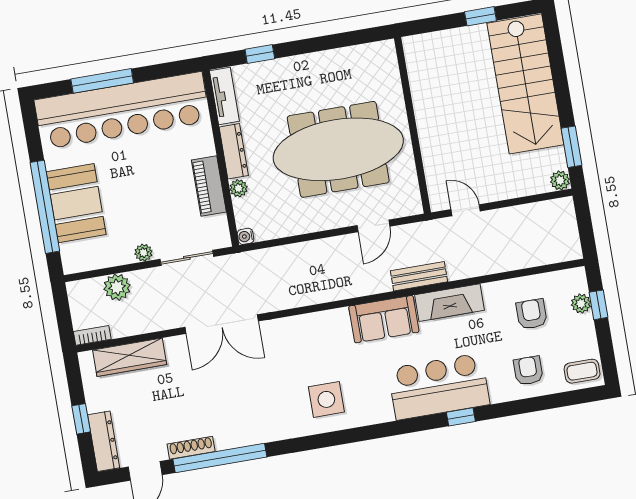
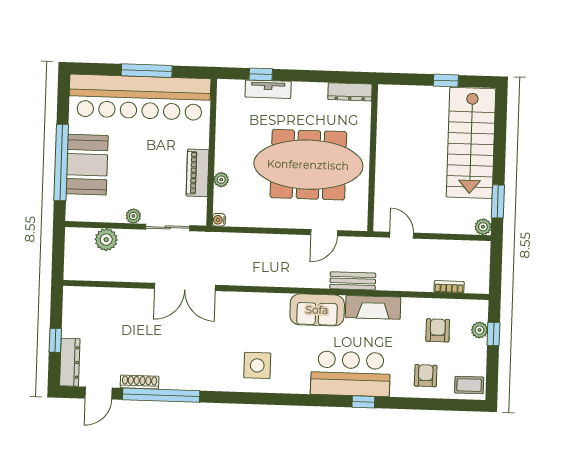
window: (102, 81) -> (147, 71), moved
tv unit: (224, 96) -> (268, 89), moved, turned 90
dresser: (234, 151) -> (350, 92), moved, turned 90
bookcase: (92, 335) -> (449, 287), moved
wardrobe: (130, 357) -> (105, 298), removed

